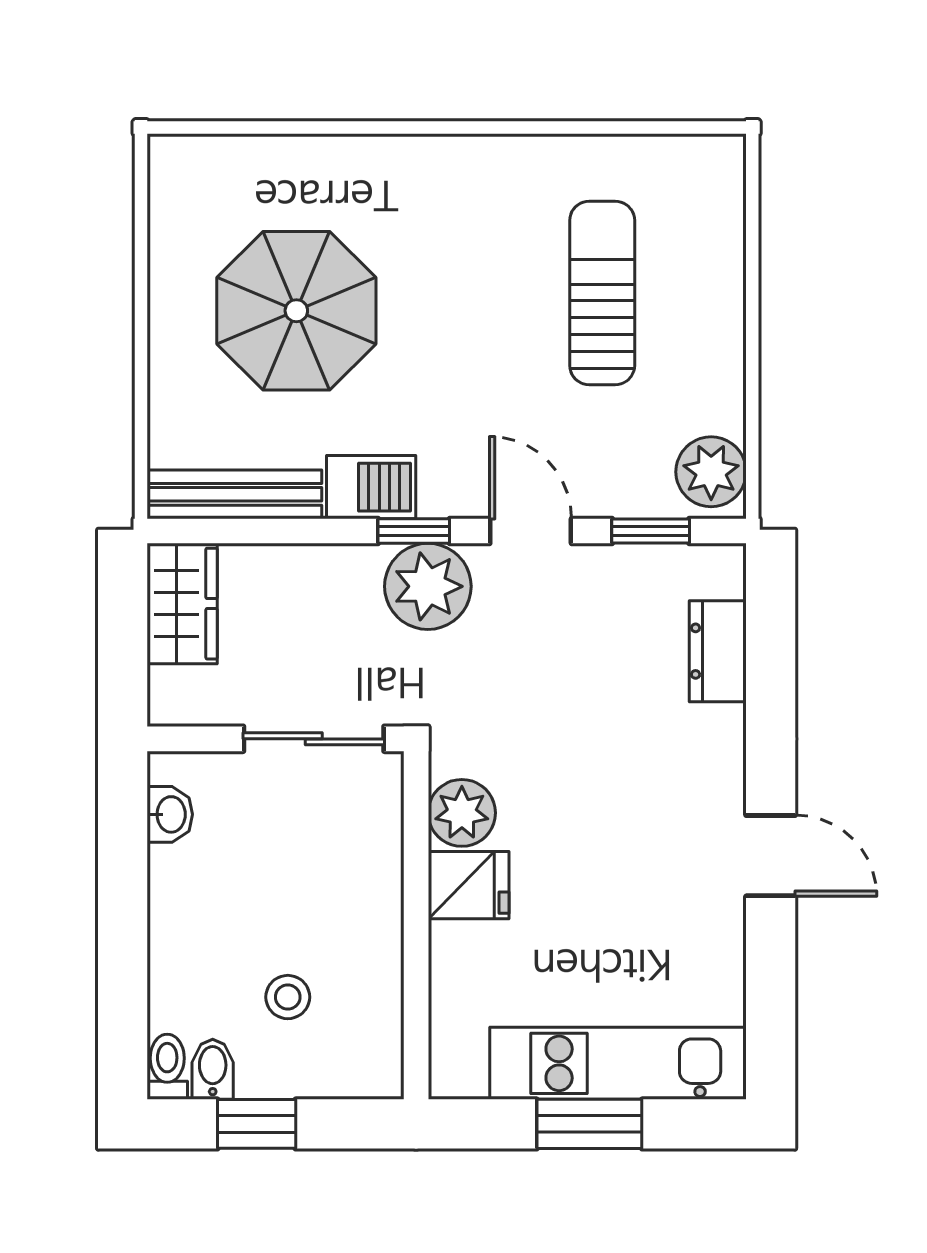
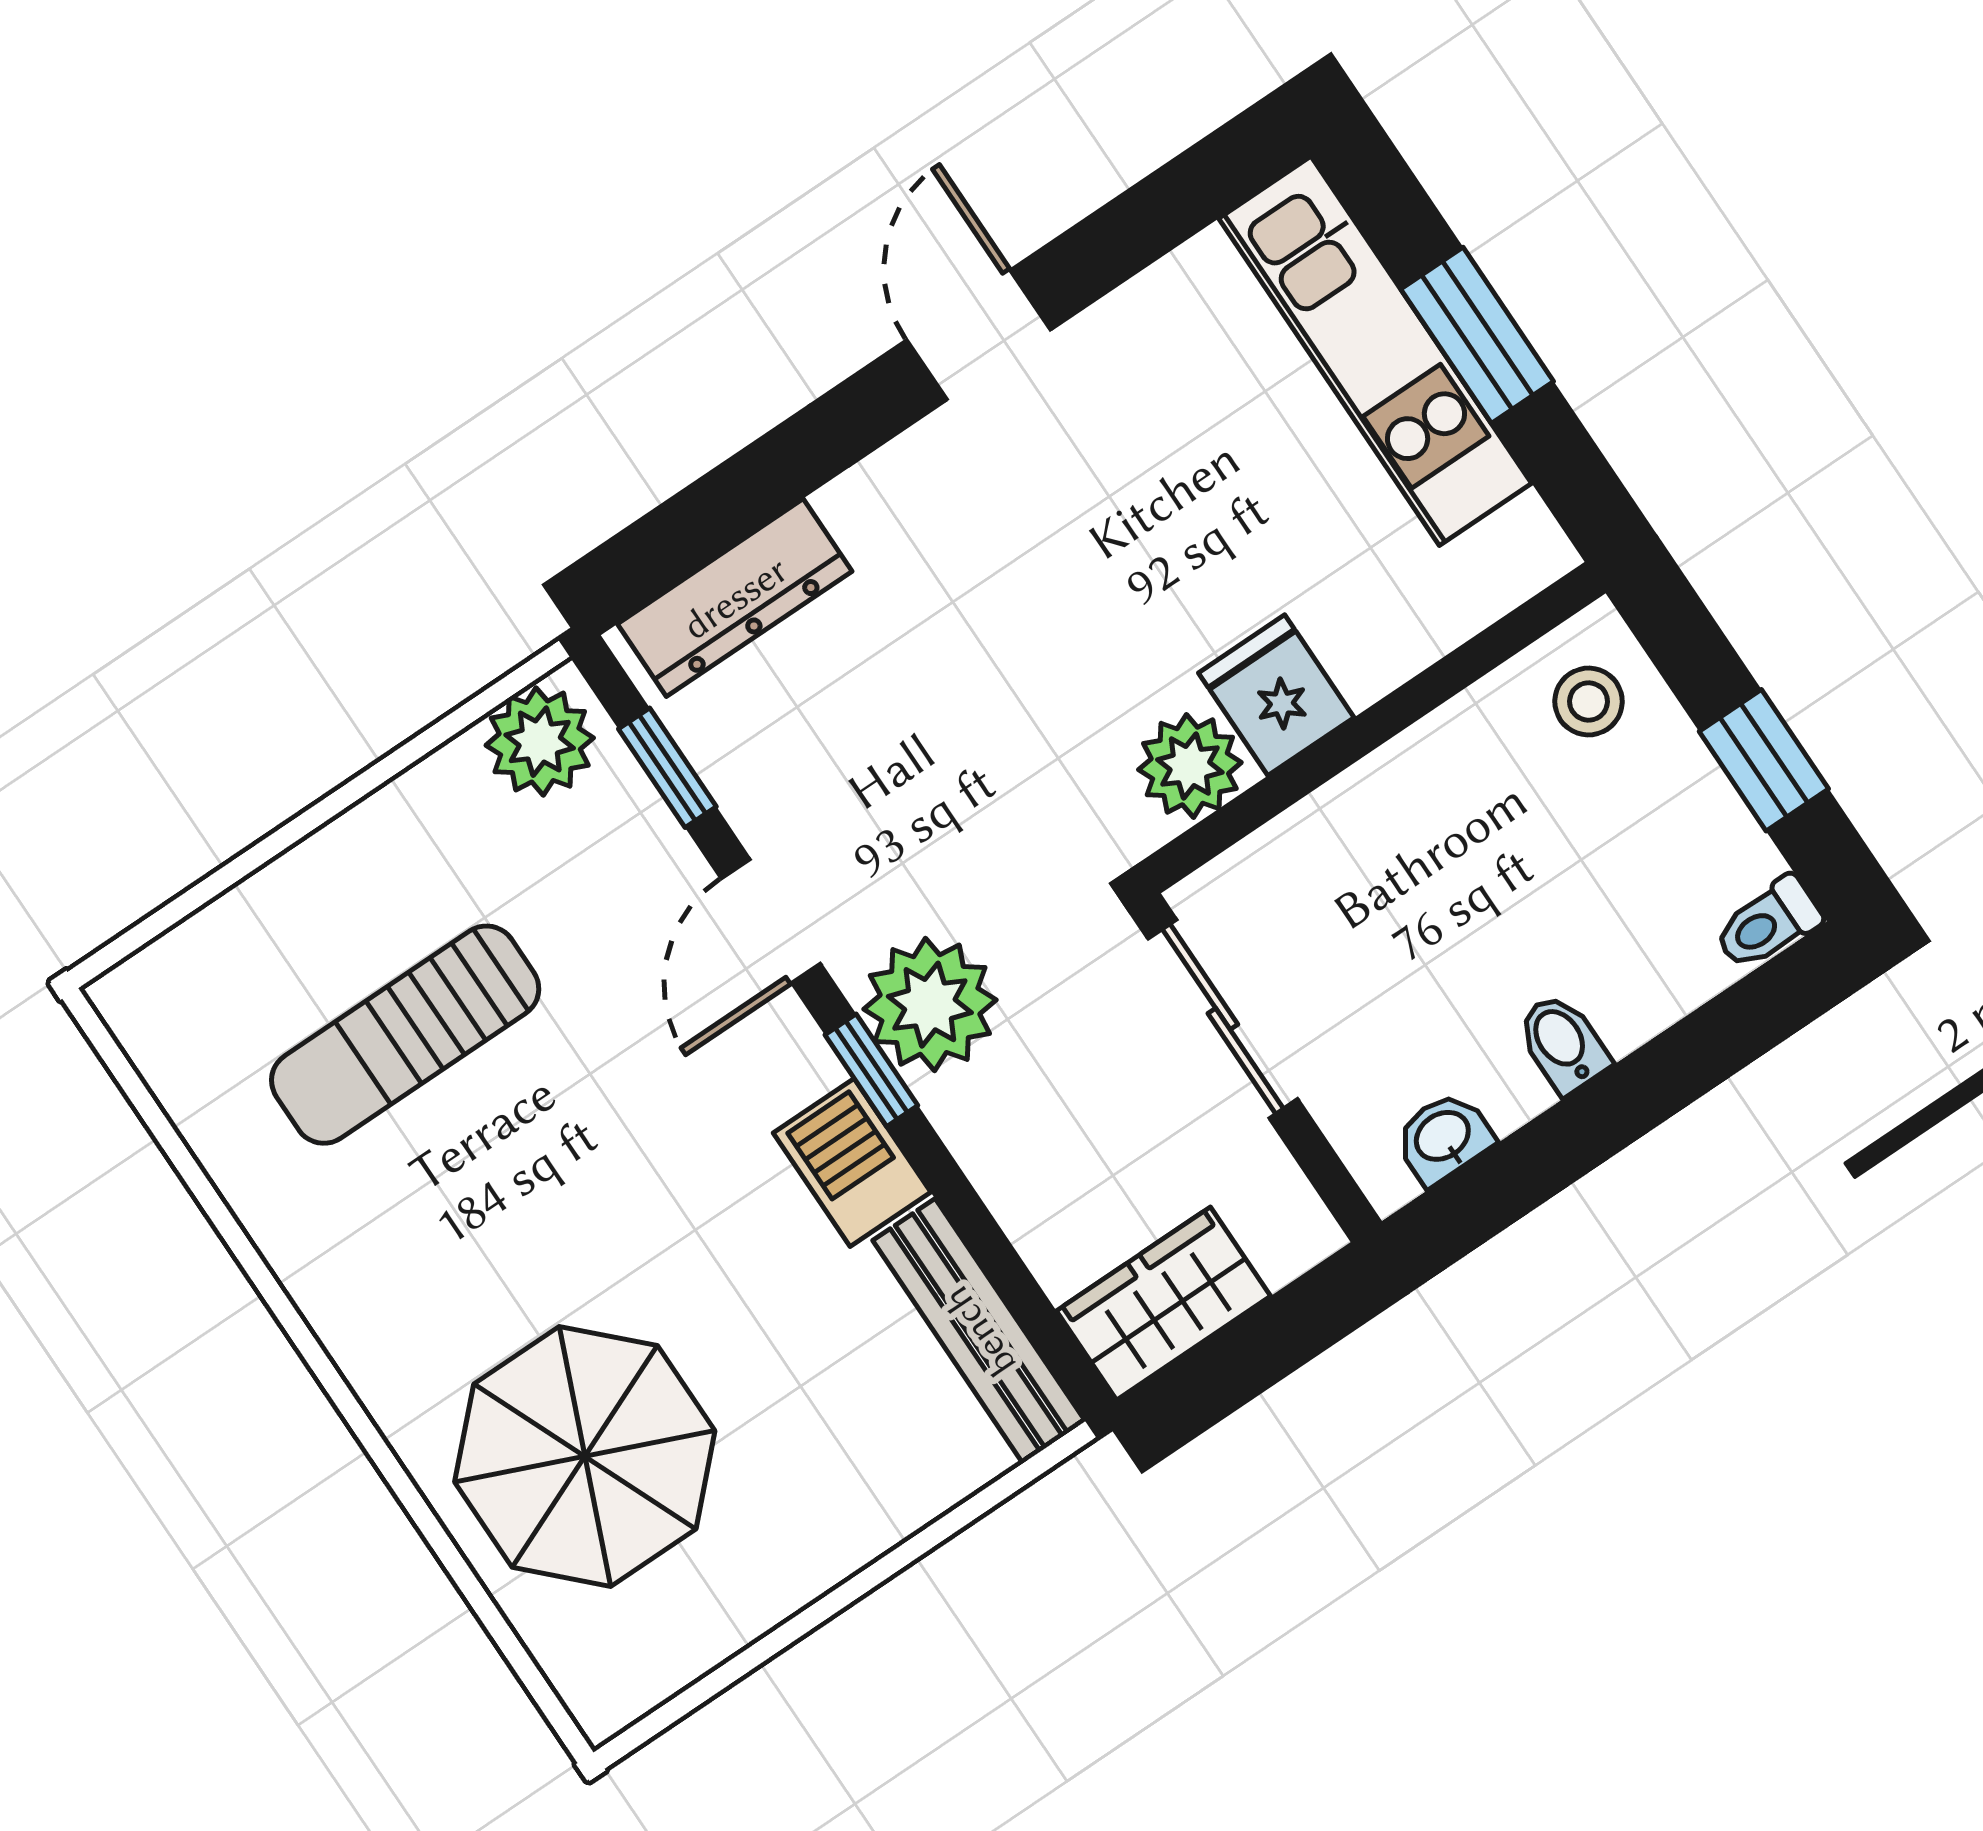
parasol: (296, 311) -> (585, 1456), moved
dresser: (718, 651) -> (735, 598), width x1.44
stool: (288, 997) -> (1589, 701), moved
bidet: (213, 1069) -> (1563, 1043), moved, turned 90

